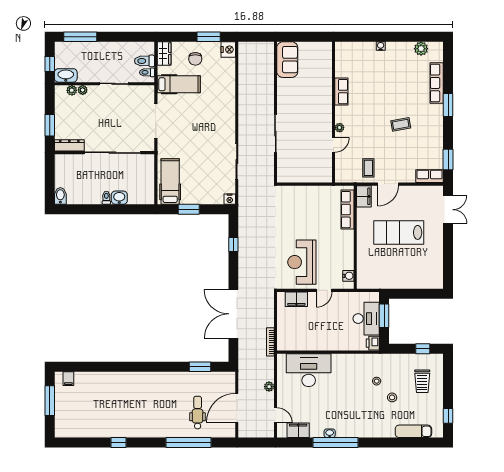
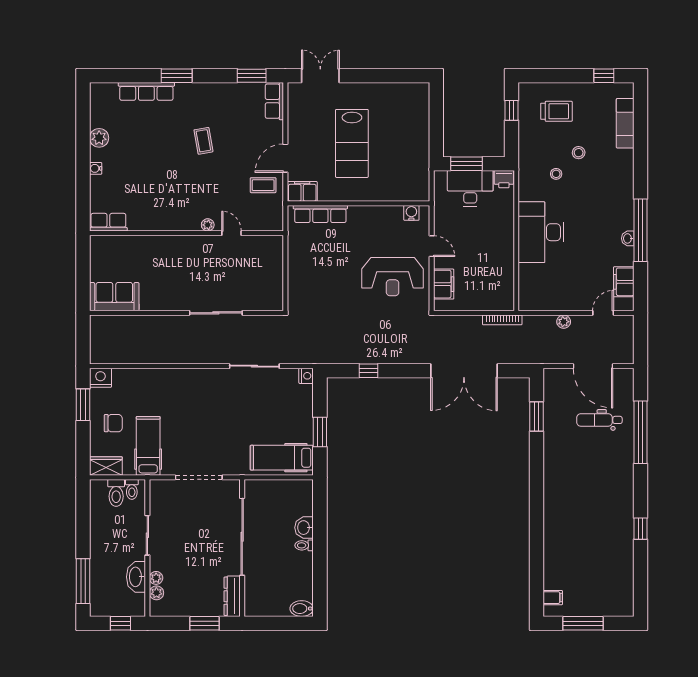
plant: (421, 49) -> (99, 138), moved
washbasin: (66, 75) -> (136, 577), moved
row of seats: (341, 92) -> (108, 222), moved
door: (388, 184) -> (285, 158), swing flipped
desk: (309, 370) -> (541, 232), moved

